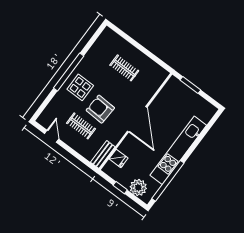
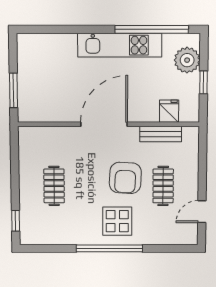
window: (121, 33) -> (16, 221), added
kitchen unit: (178, 150) -> (120, 45), width x0.73
bench: (103, 154) -> (161, 134), moved

